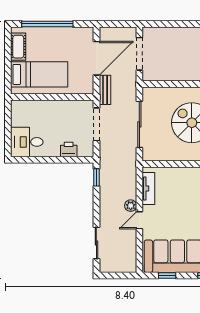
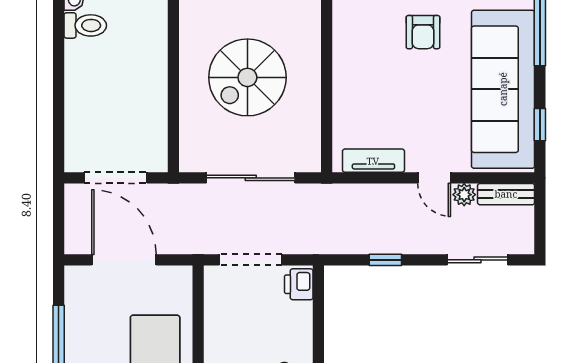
bench: (105, 90) -> (506, 194), moved
printer: (69, 150) -> (299, 284), moved
window: (96, 177) -> (385, 260), moved
plant: (131, 206) -> (464, 195), moved

